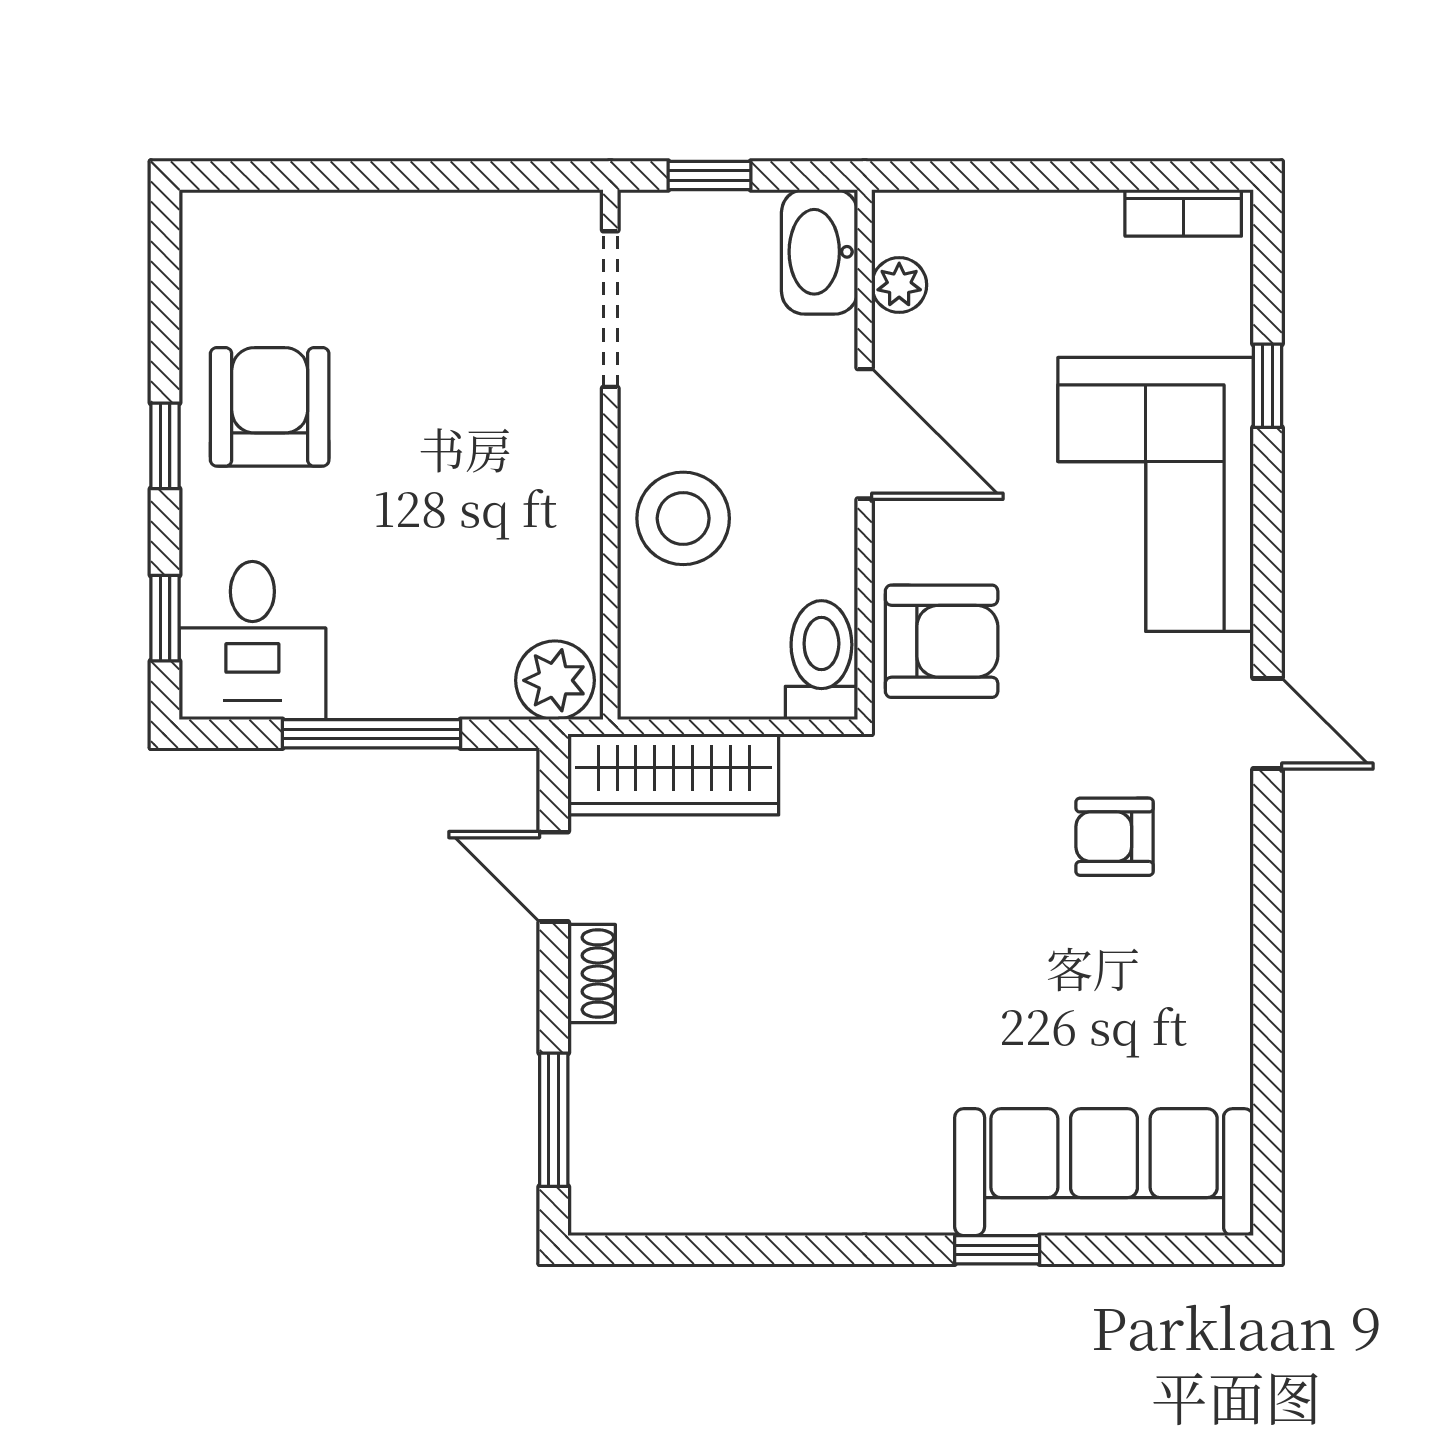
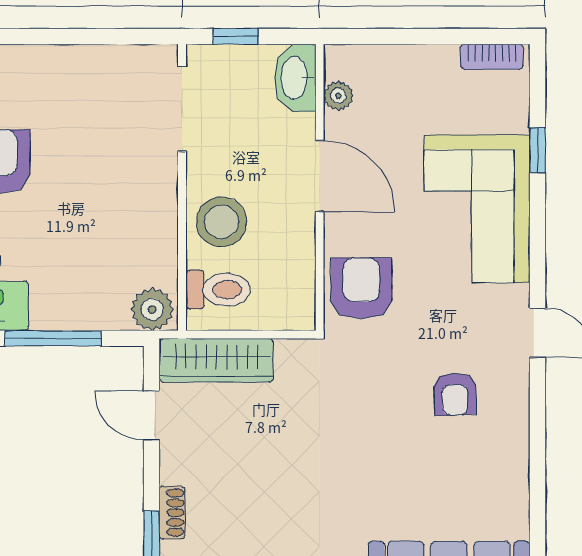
armchair: (942, 641) -> (361, 288), turned -90
toilet: (821, 660) -> (218, 290), moved, turned 90
armchair: (1115, 837) -> (455, 394), turned -92
shoe rack: (592, 974) -> (172, 513), moved

